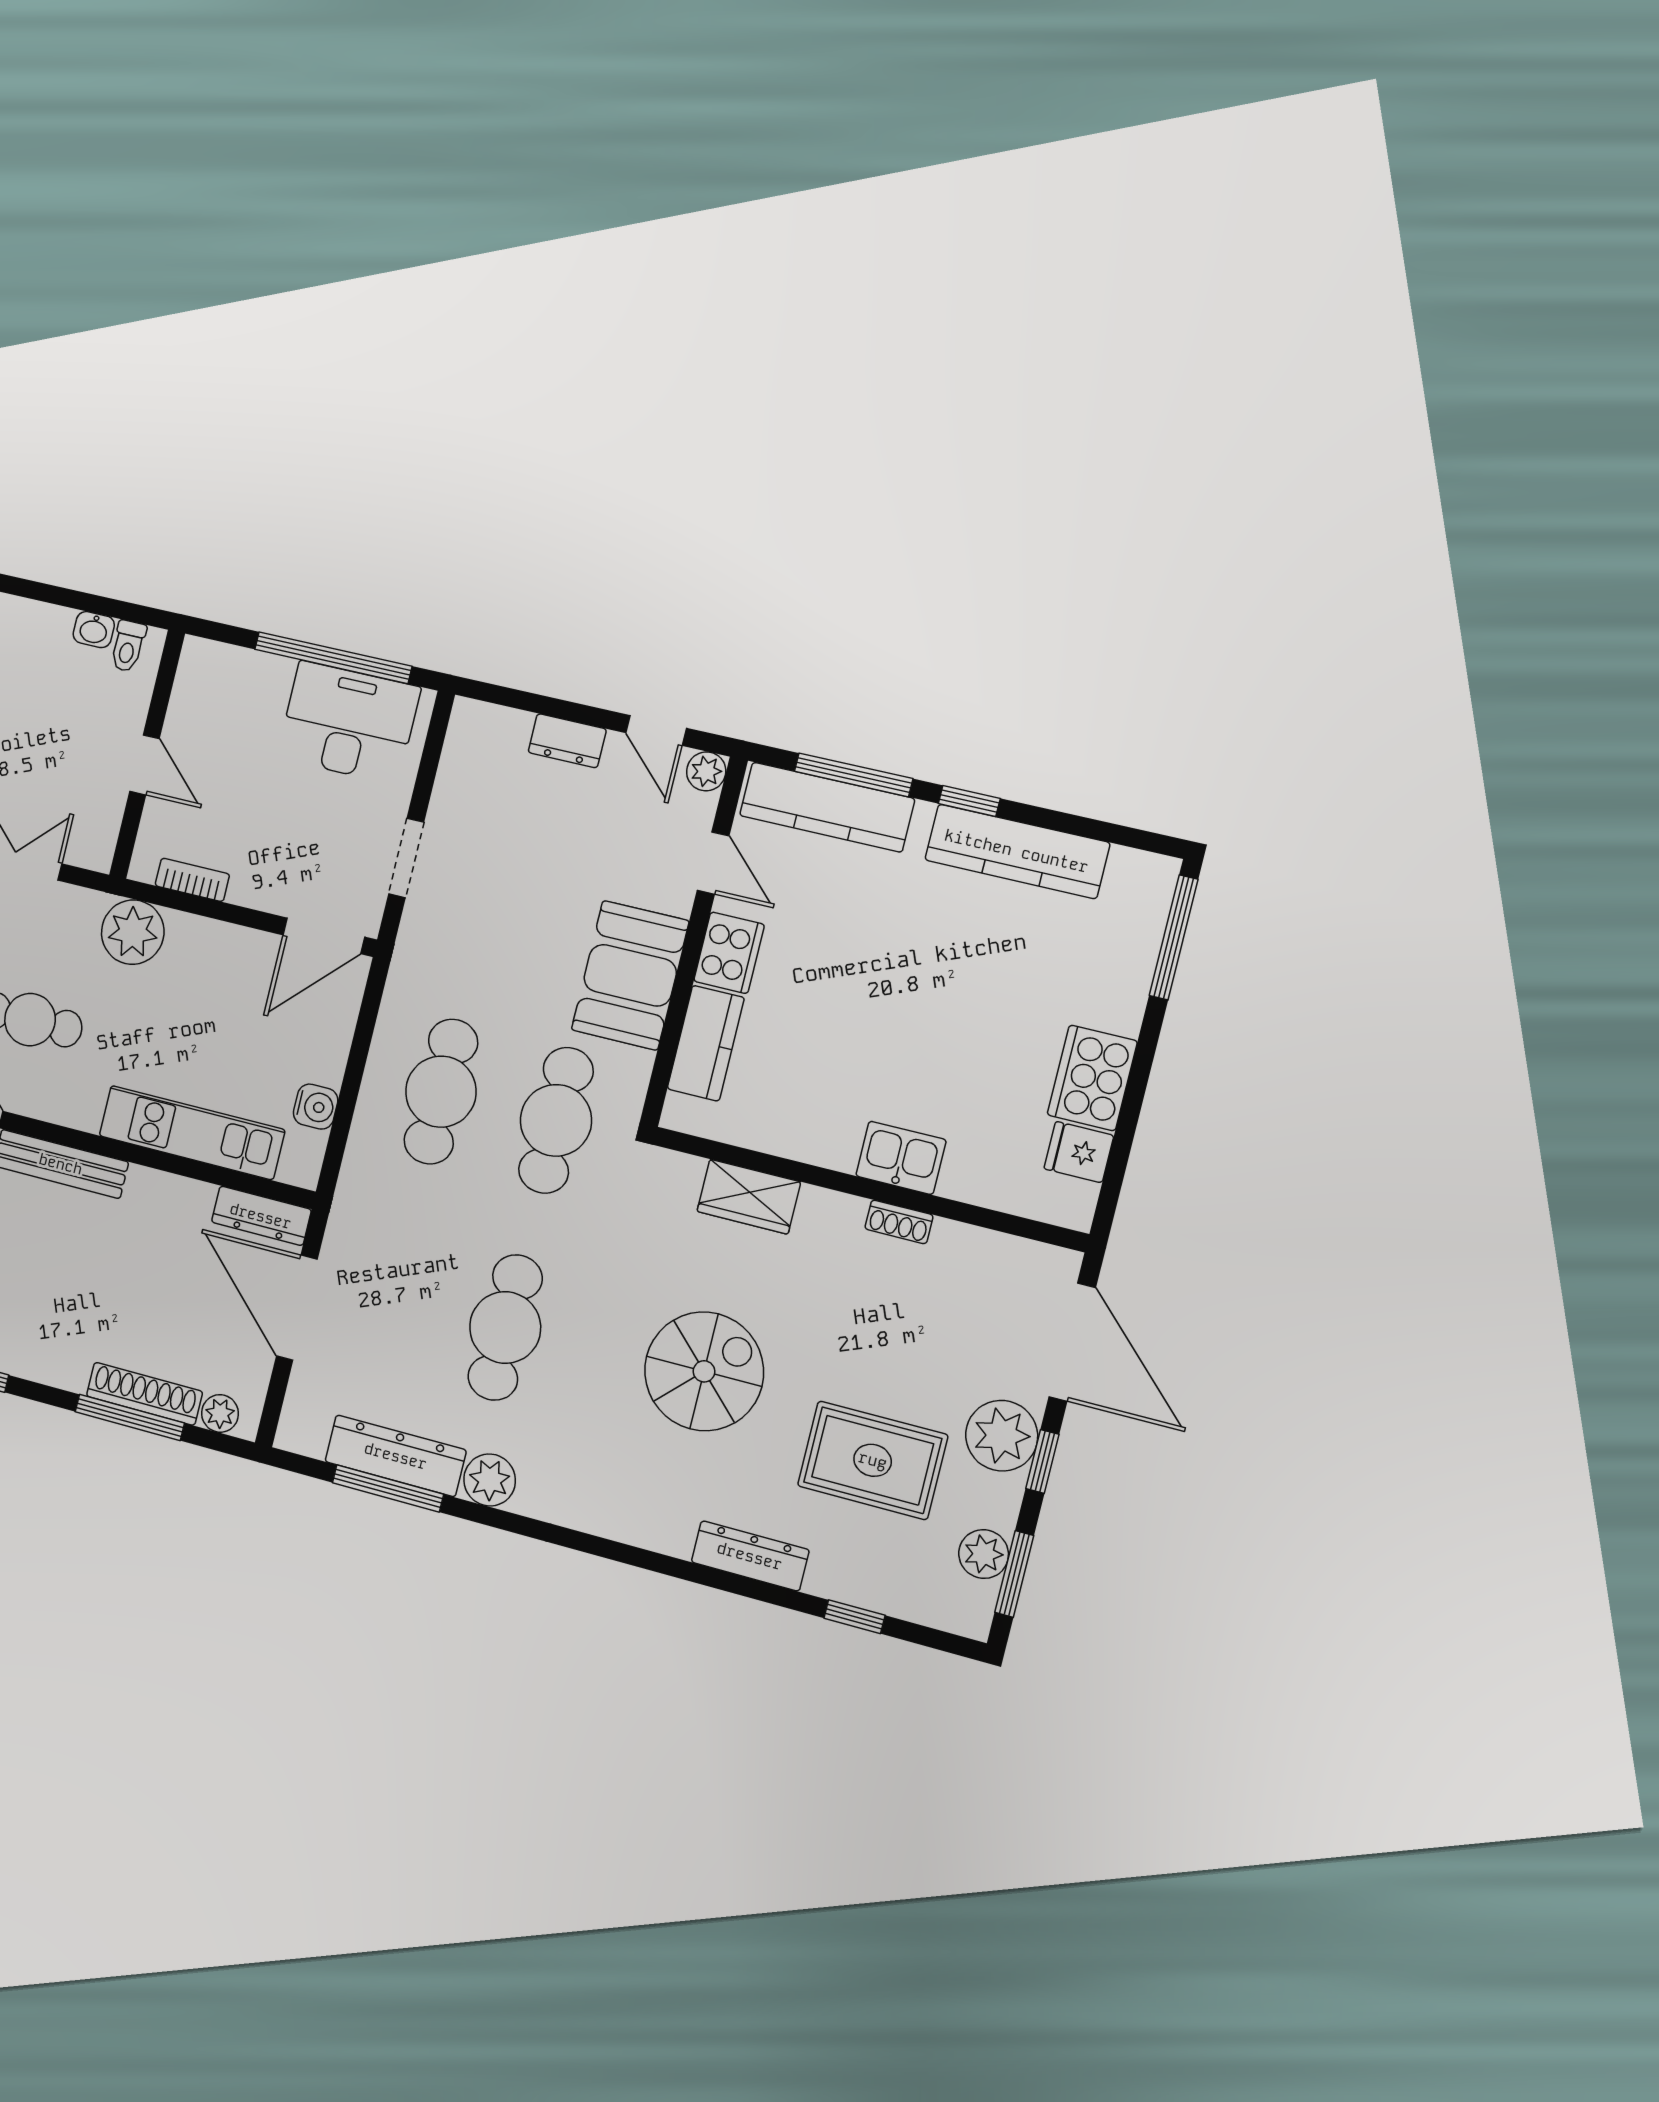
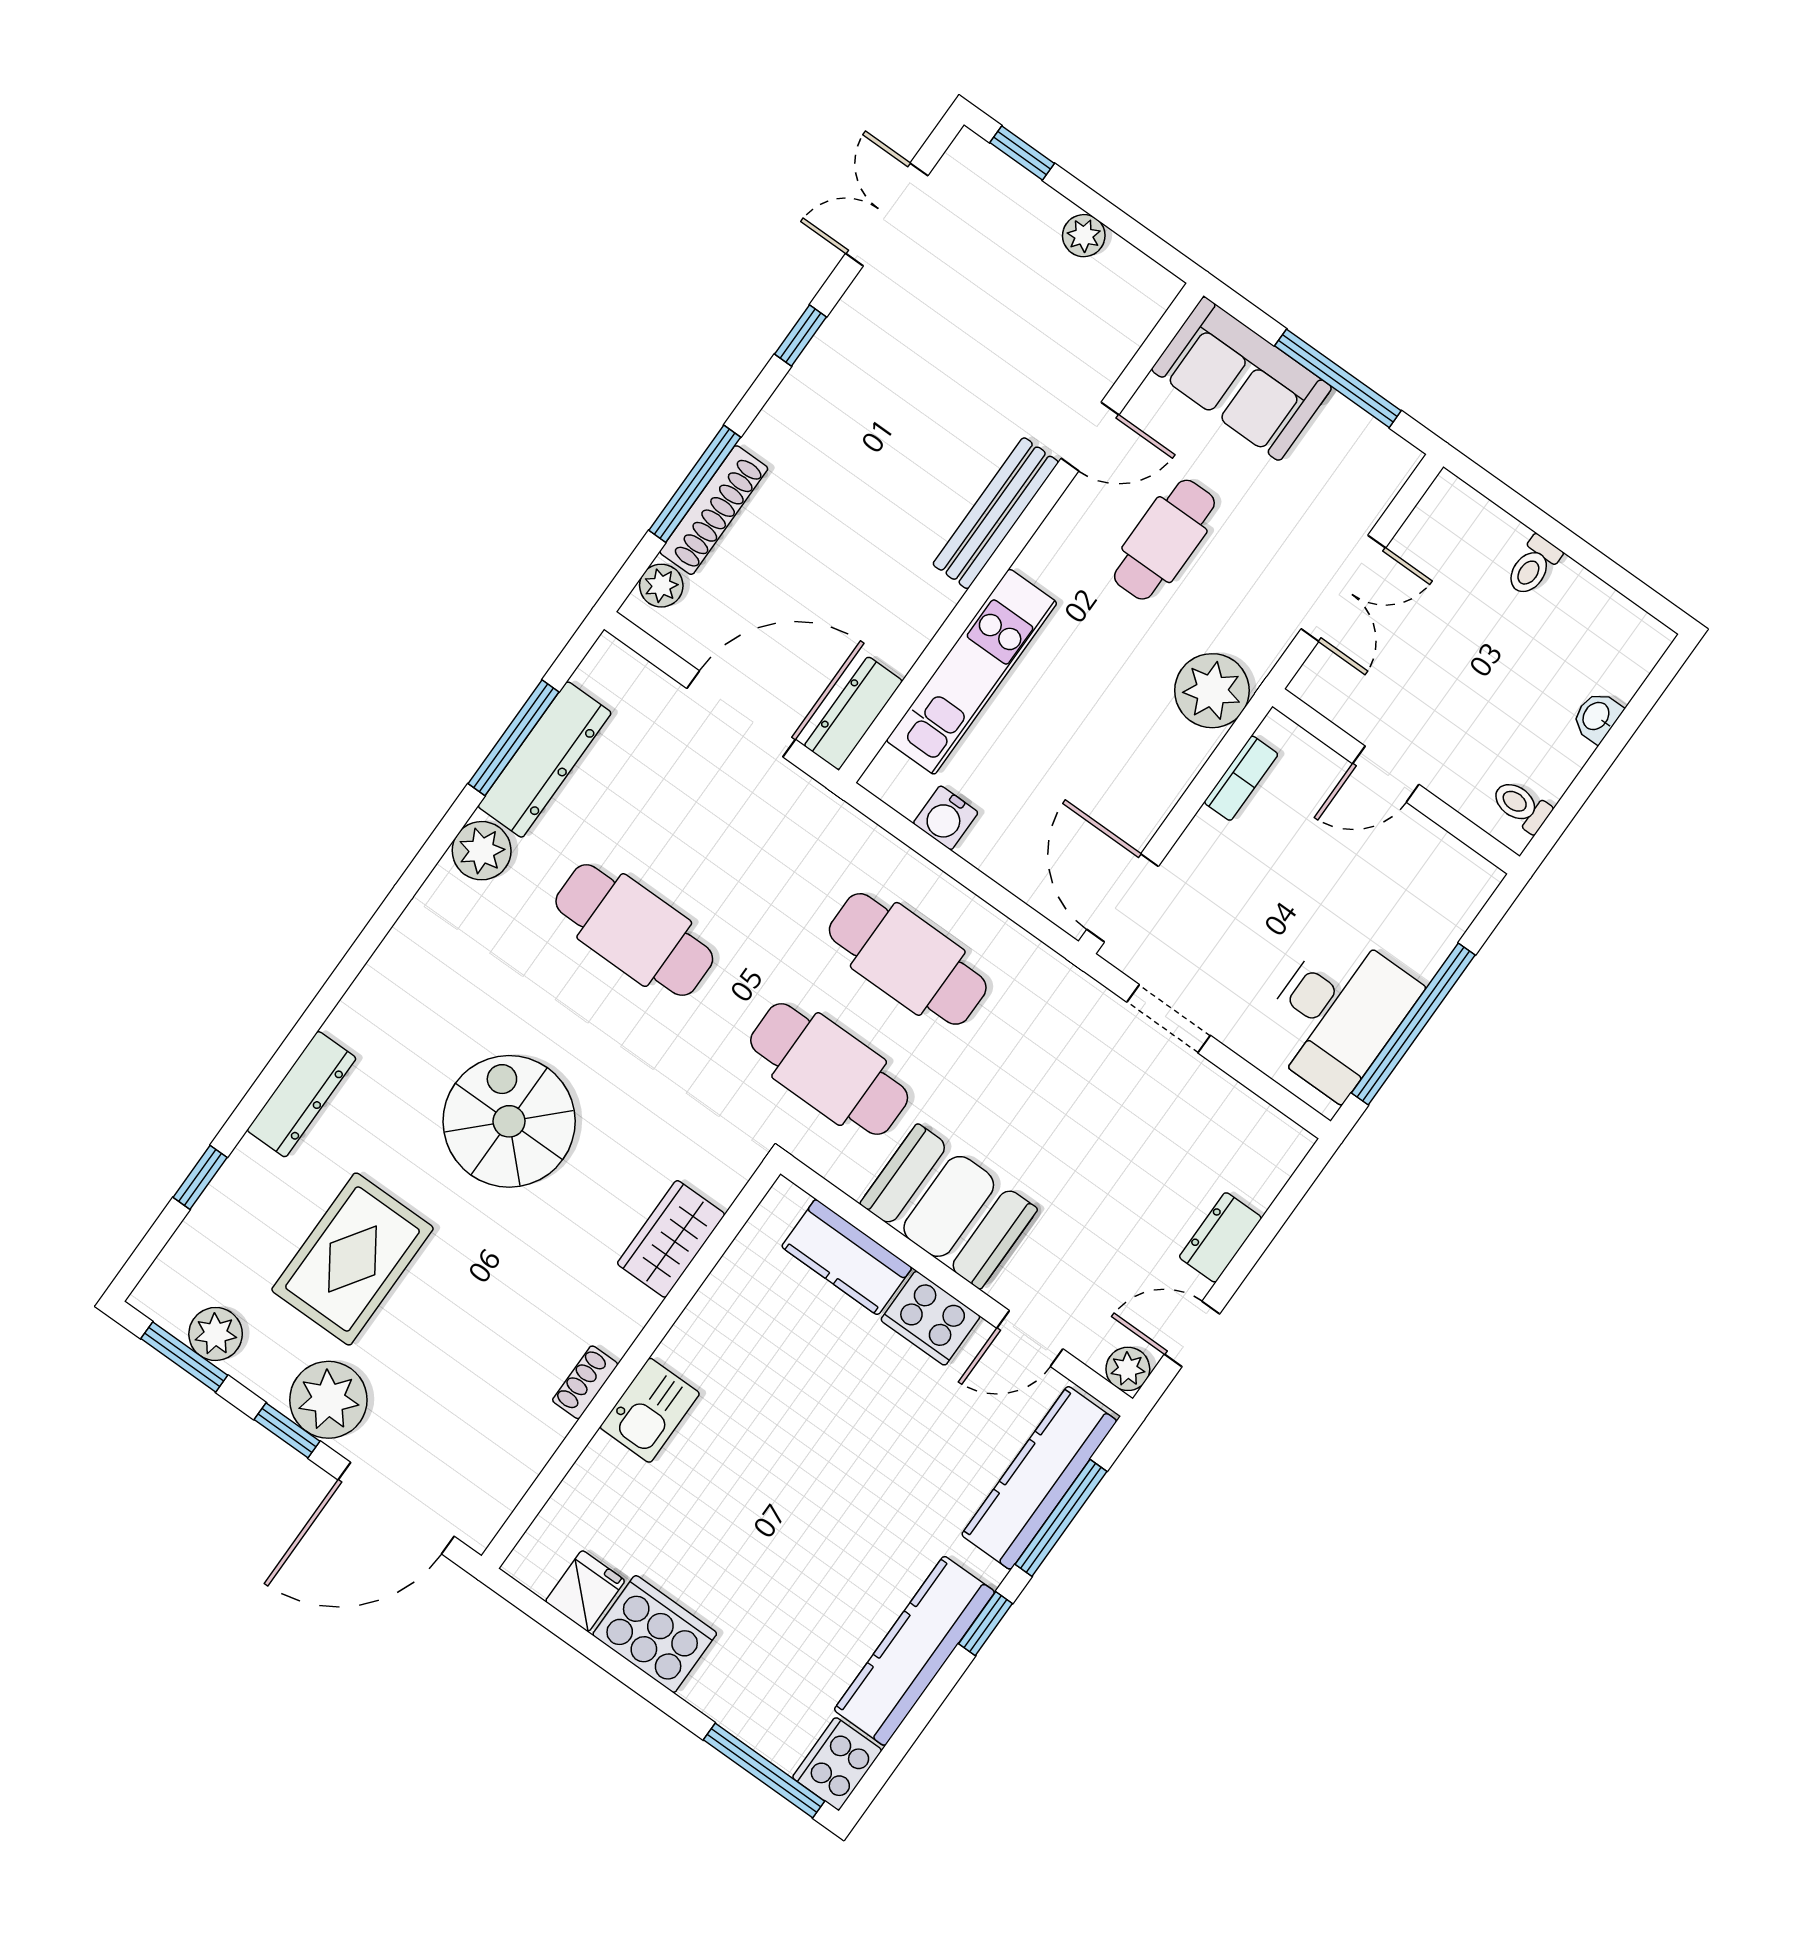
washbasin: (94, 630) -> (1597, 717), moved
cooker: (1142, 877) -> (837, 1764), added
spiral stairs: (704, 1371) -> (509, 1121), turned 180

